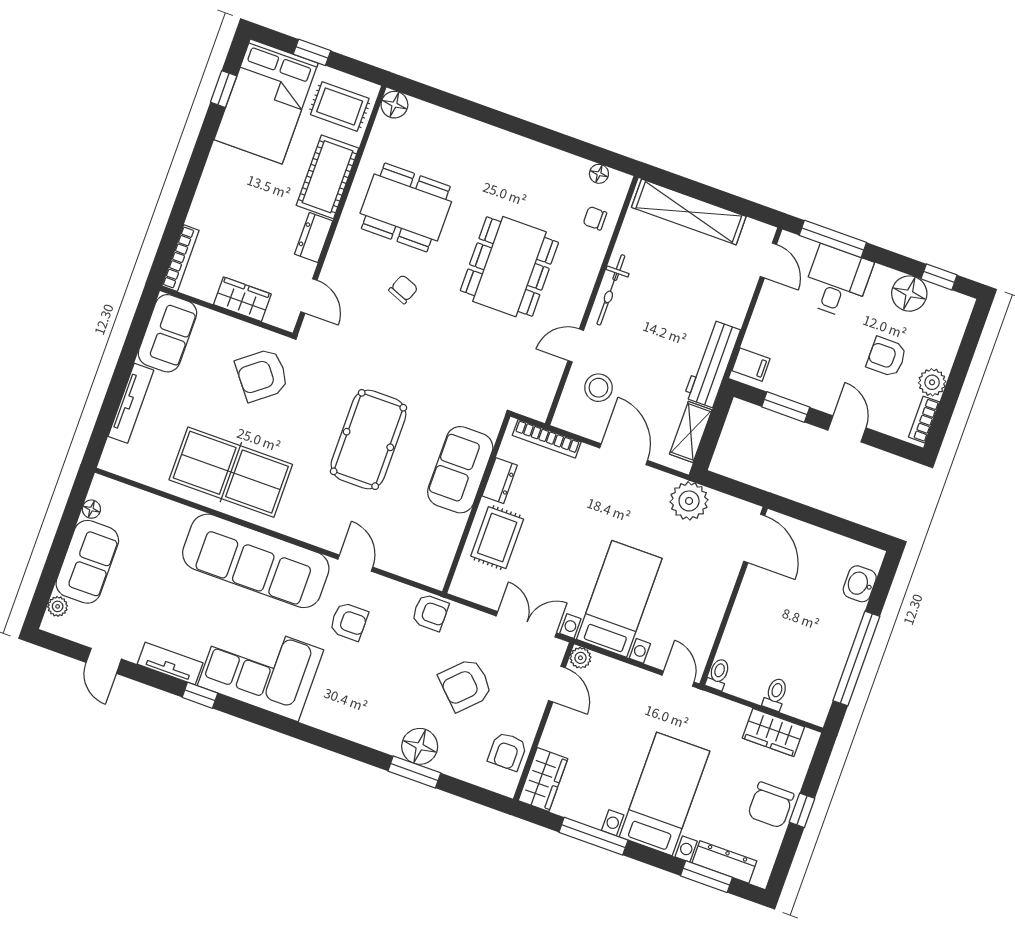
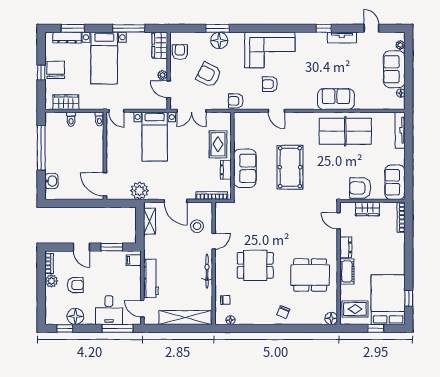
cot: (328, 177) -> (347, 271), width x0.73, depth x0.75
dining table: (509, 267) -> (255, 265), width x0.73
chair: (403, 289) -> (283, 312), moved
workbench: (712, 364) -> (151, 278), moved
armchair: (262, 375) -> (360, 188), moved, turned -142
tv unit: (131, 403) -> (400, 130), moved
sofa: (256, 561) -> (336, 99), width x0.54, depth x0.79
plant: (580, 658) -> (162, 75), moved
corner sofa: (261, 668) -> (270, 50), moved
armchair: (466, 685) -> (209, 75), turned -108

